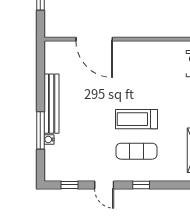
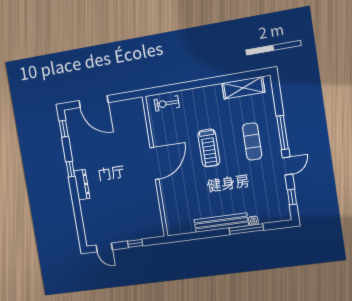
door: (94, 39) -> (155, 163), moved
treadmill: (136, 119) -> (209, 148), moved
window: (141, 185) -> (282, 133), width x2.17

